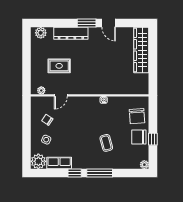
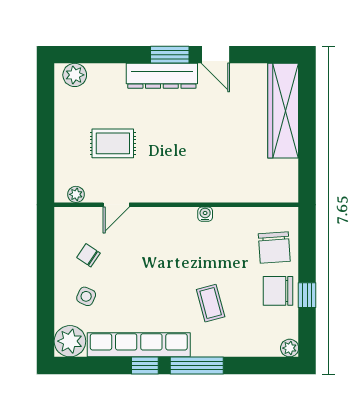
dresser: (71, 33) -> (162, 76), moved
row of seats: (59, 163) -> (139, 345), width x2.02

